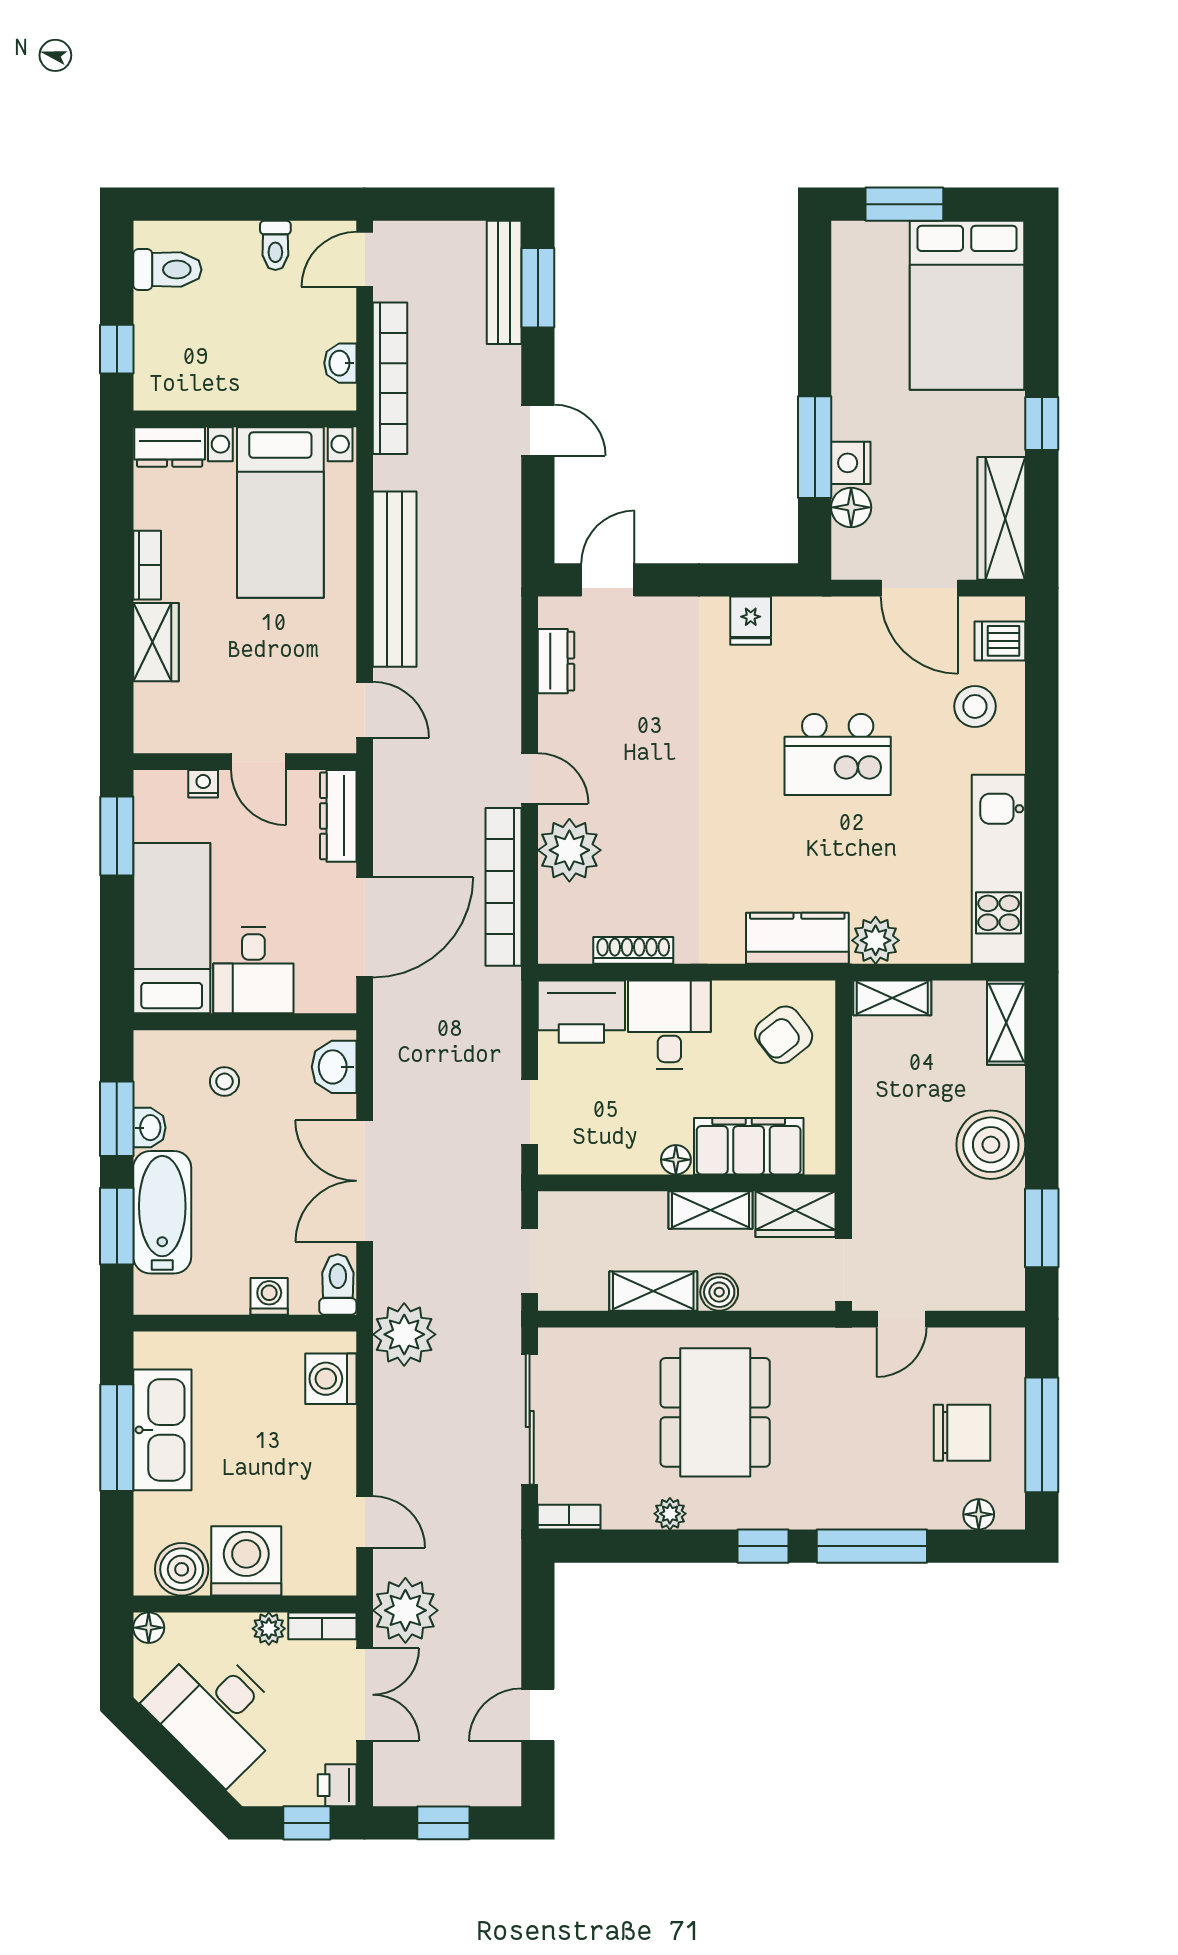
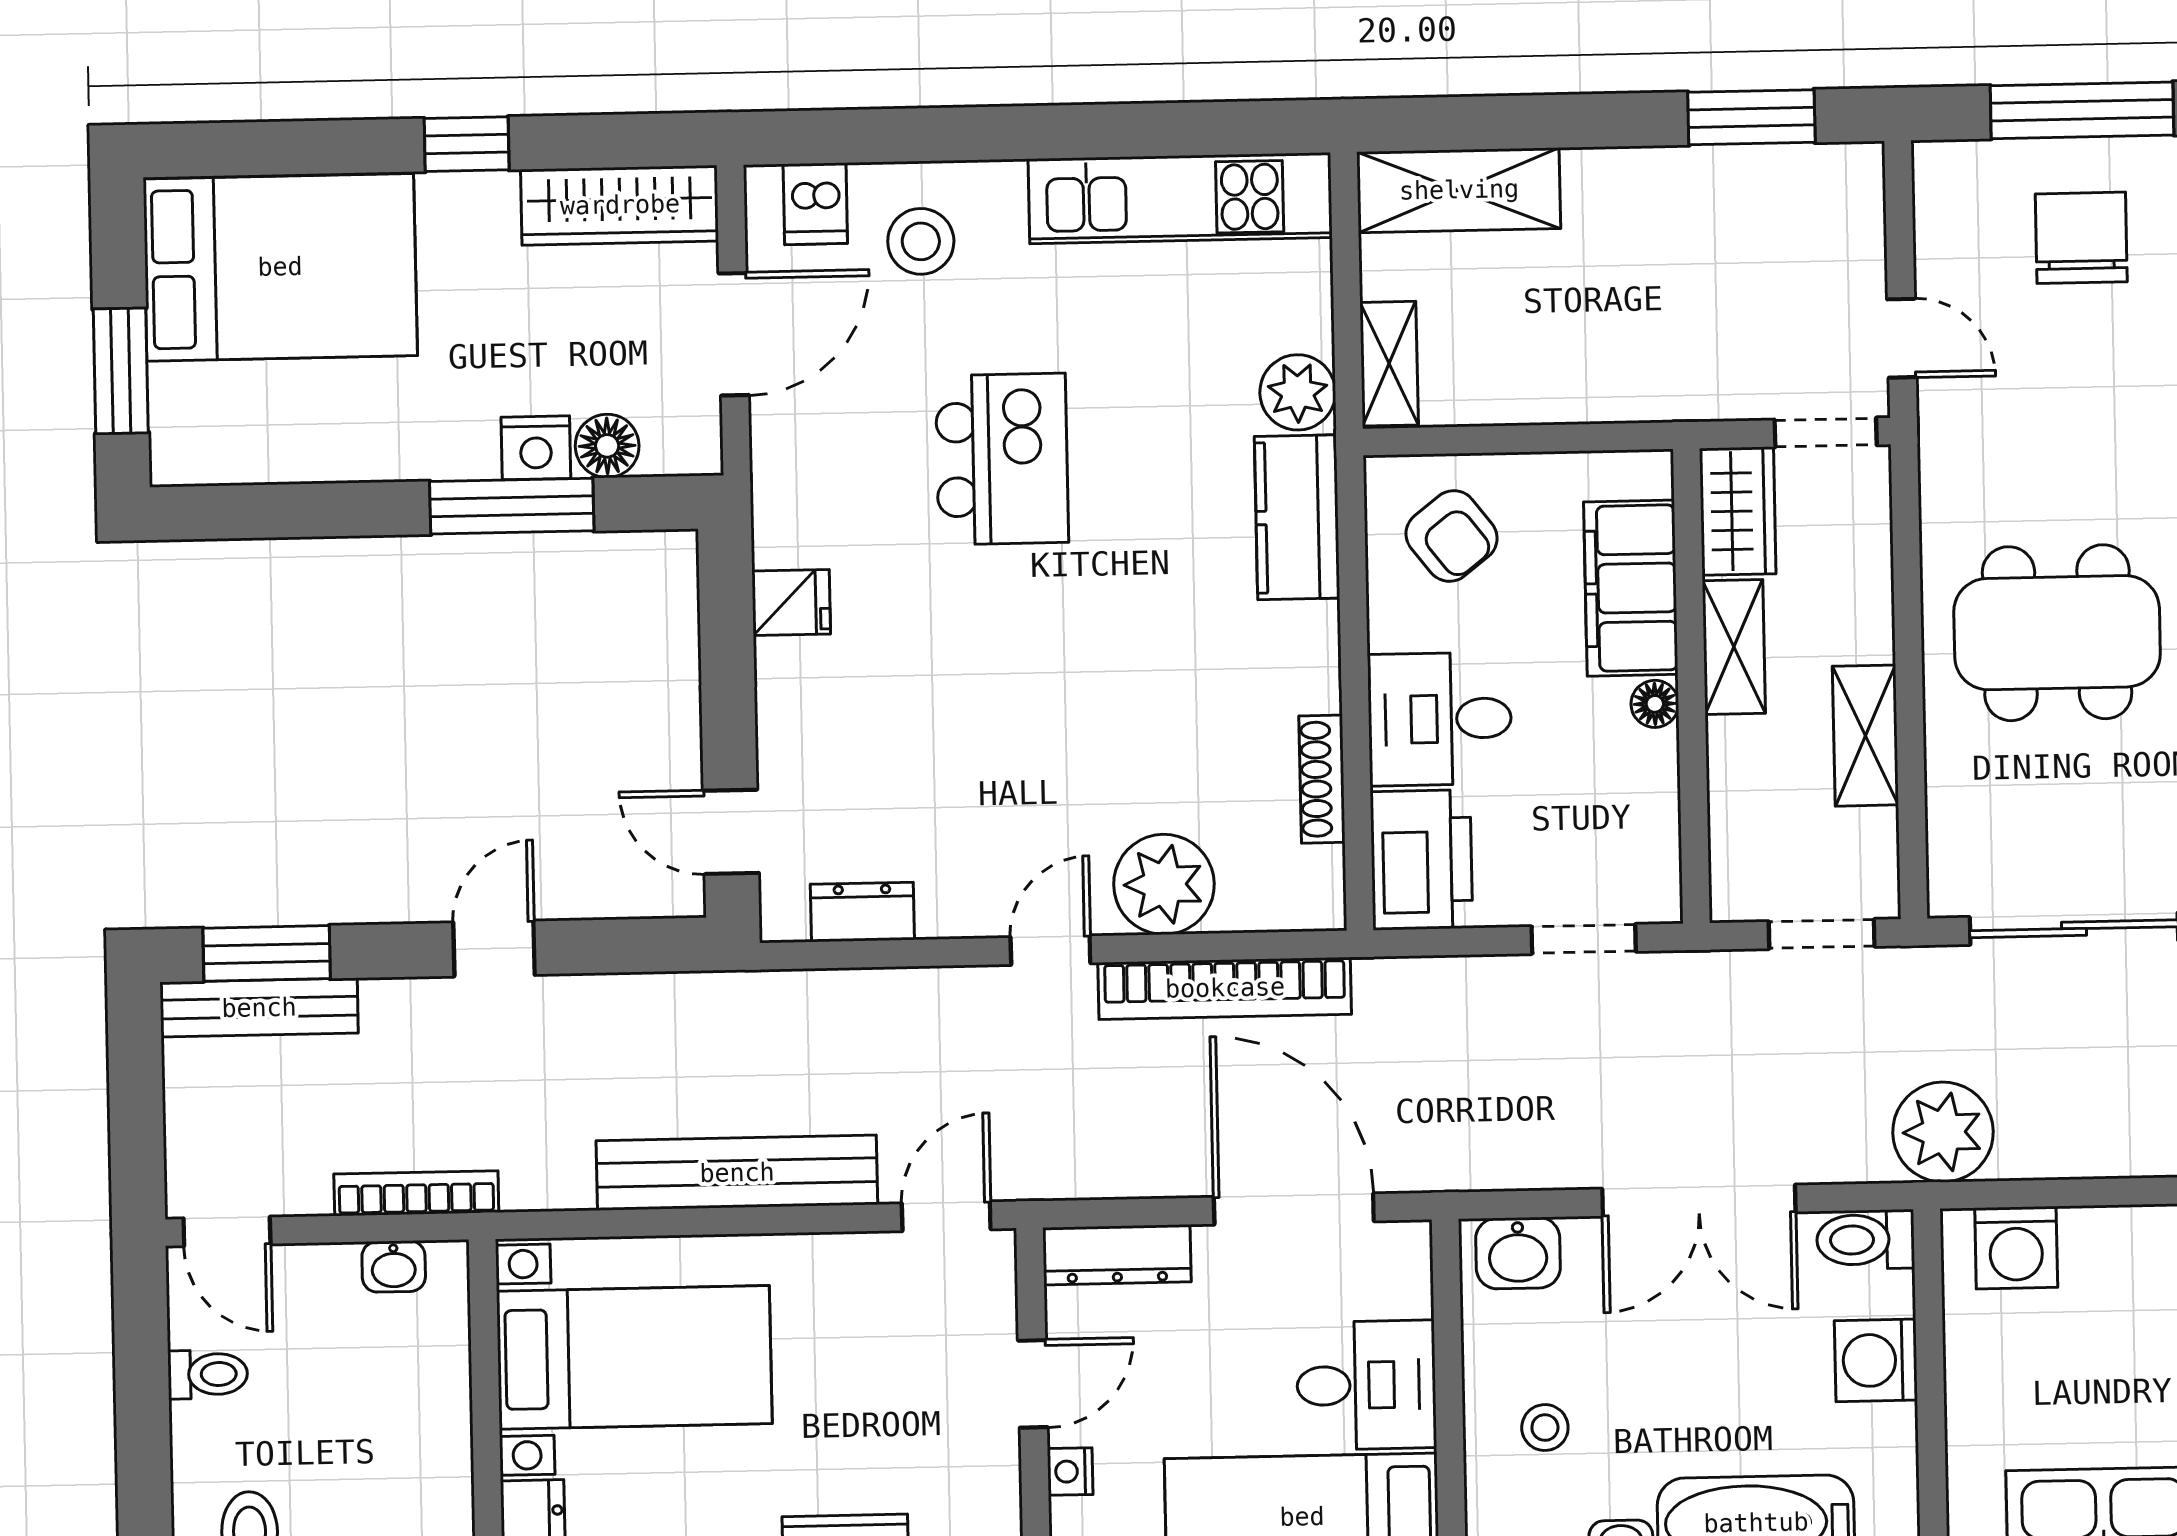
bookcase: (390, 378) -> (416, 1193), width x0.68, depth x0.76
shelving: (1006, 1023) -> (1459, 190), width x1.50, depth x1.33
boiler: (991, 1145) -> (1620, 201), removed
boiler: (719, 1292) -> (1865, 630), removed
washing machine: (269, 1296) -> (1876, 1360), width x1.38, depth x1.38

